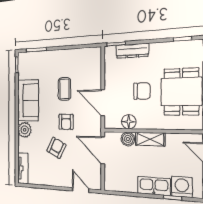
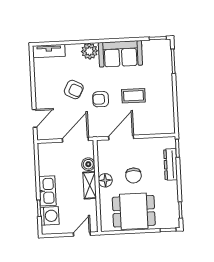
floor lamp: (129, 122) -> (105, 180), moved

